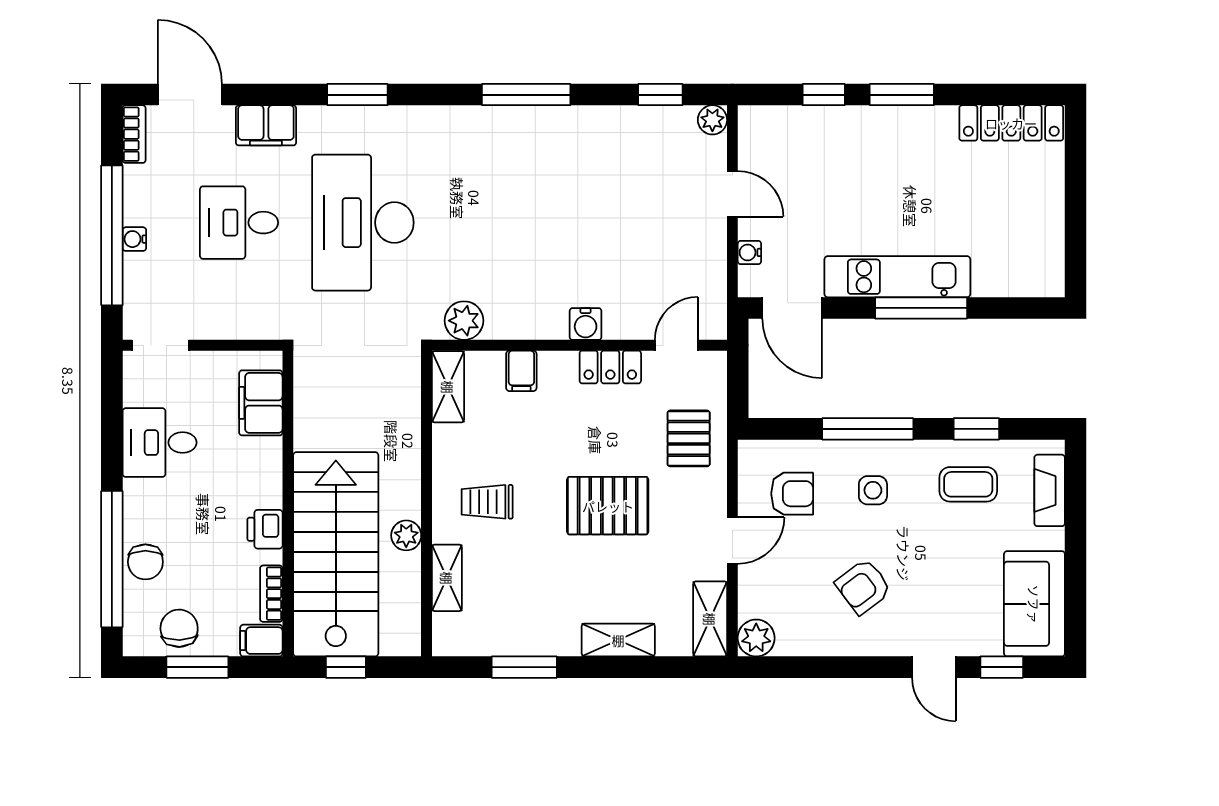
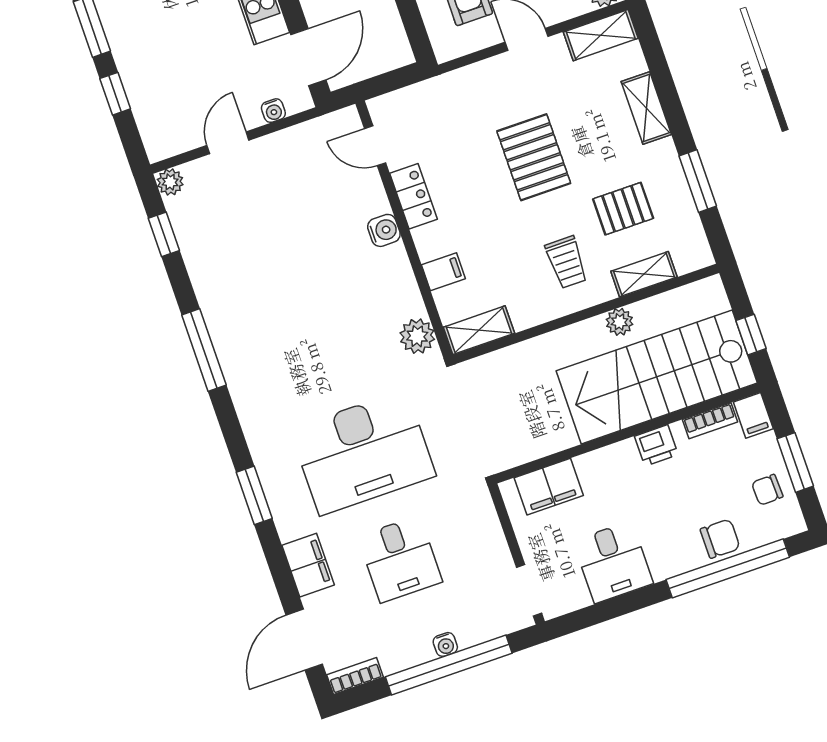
pallet: (689, 438) -> (623, 209), moved
chair: (179, 628) -> (767, 490), width x0.73, depth x0.73

